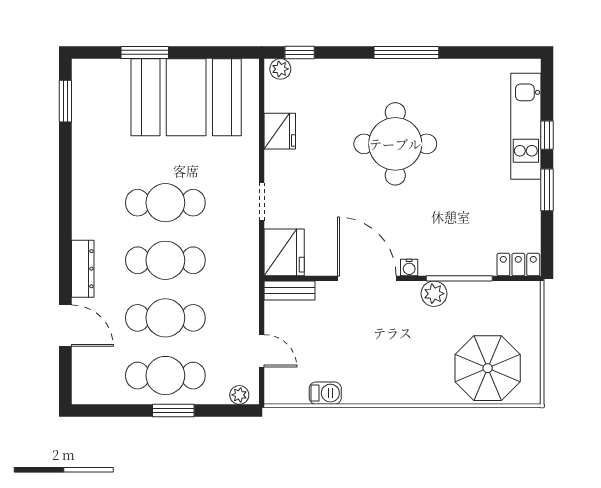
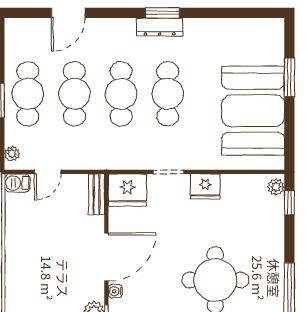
window: (65, 101) -> (163, 13), moved
fridge: (280, 131) -> (205, 186), moved
dresser: (83, 269) -> (160, 27), moved
barbecue: (325, 393) -> (17, 183), moved, turned 90

